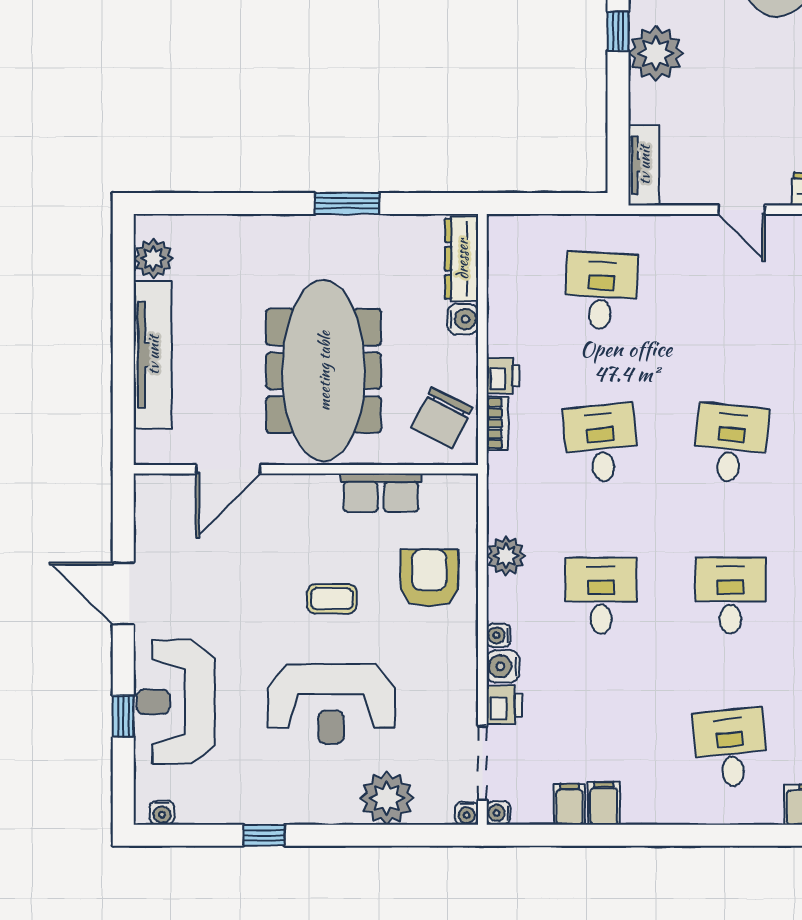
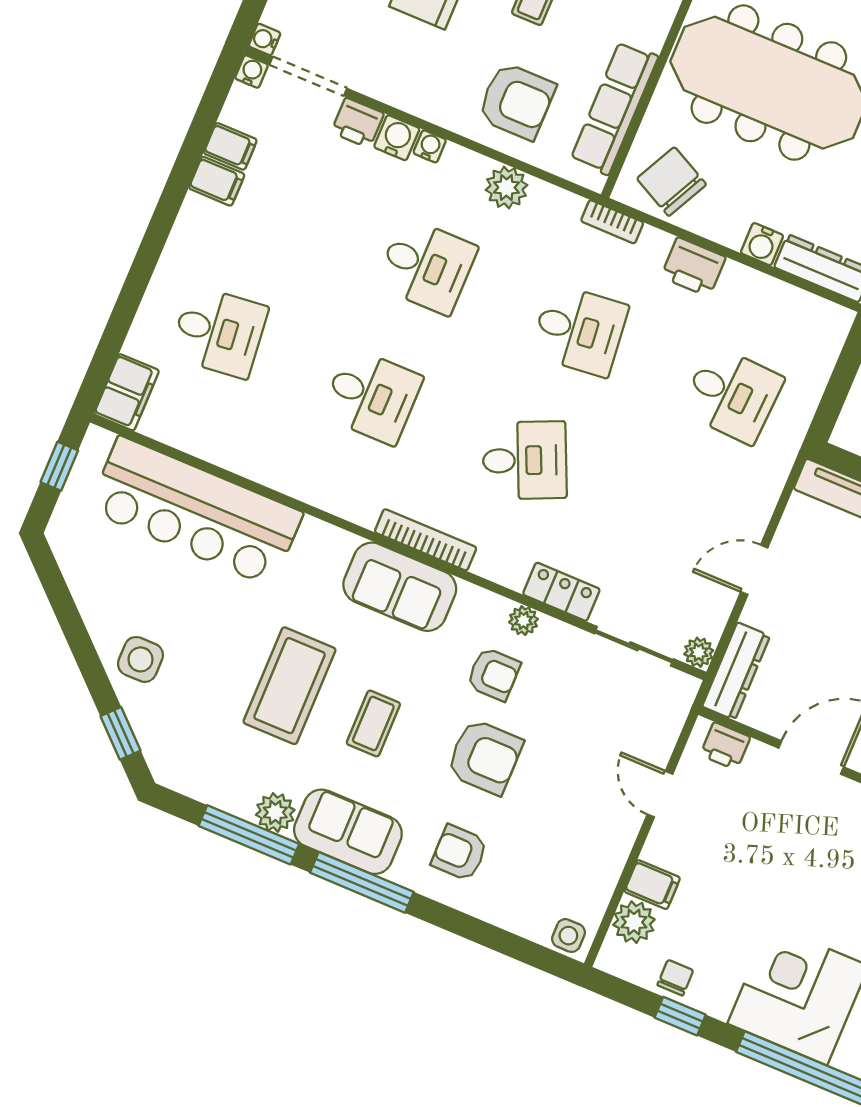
printer: (503, 376) -> (693, 267), width x1.36, depth x1.24
bookcase: (497, 423) -> (612, 222), moved
desk: (731, 443) -> (525, 460), turned -30
row of seats: (381, 493) -> (614, 108), width x1.48

